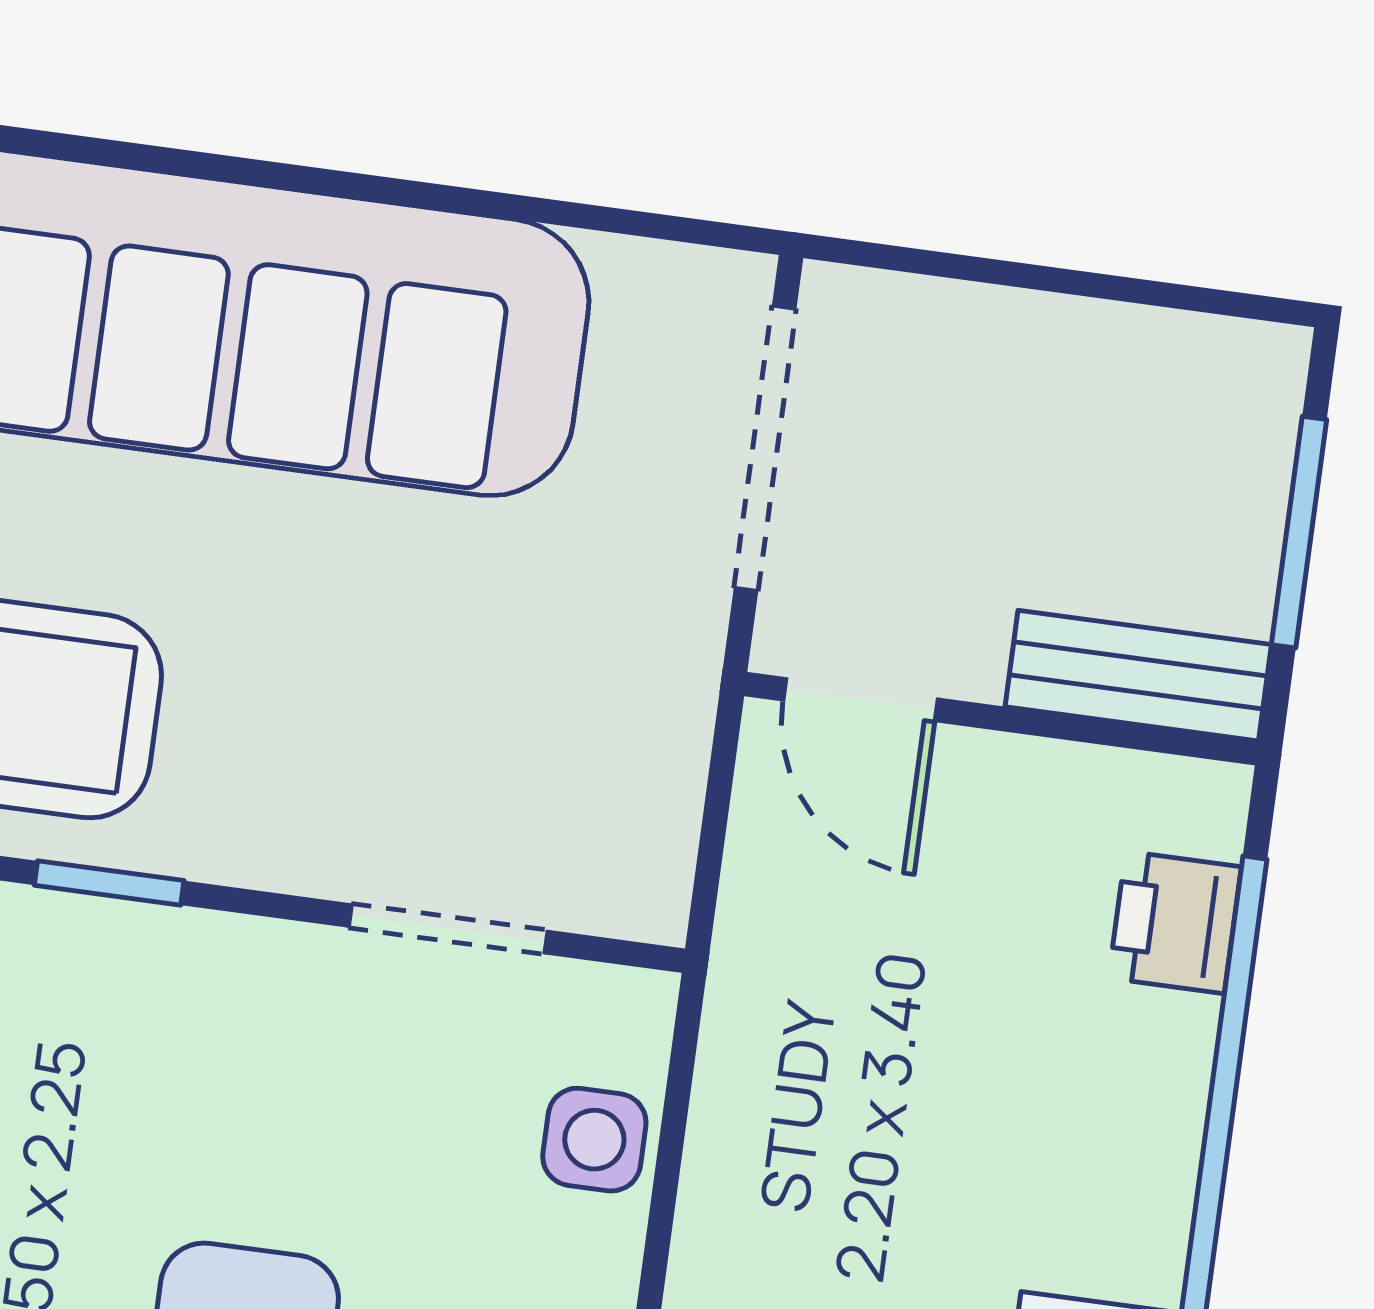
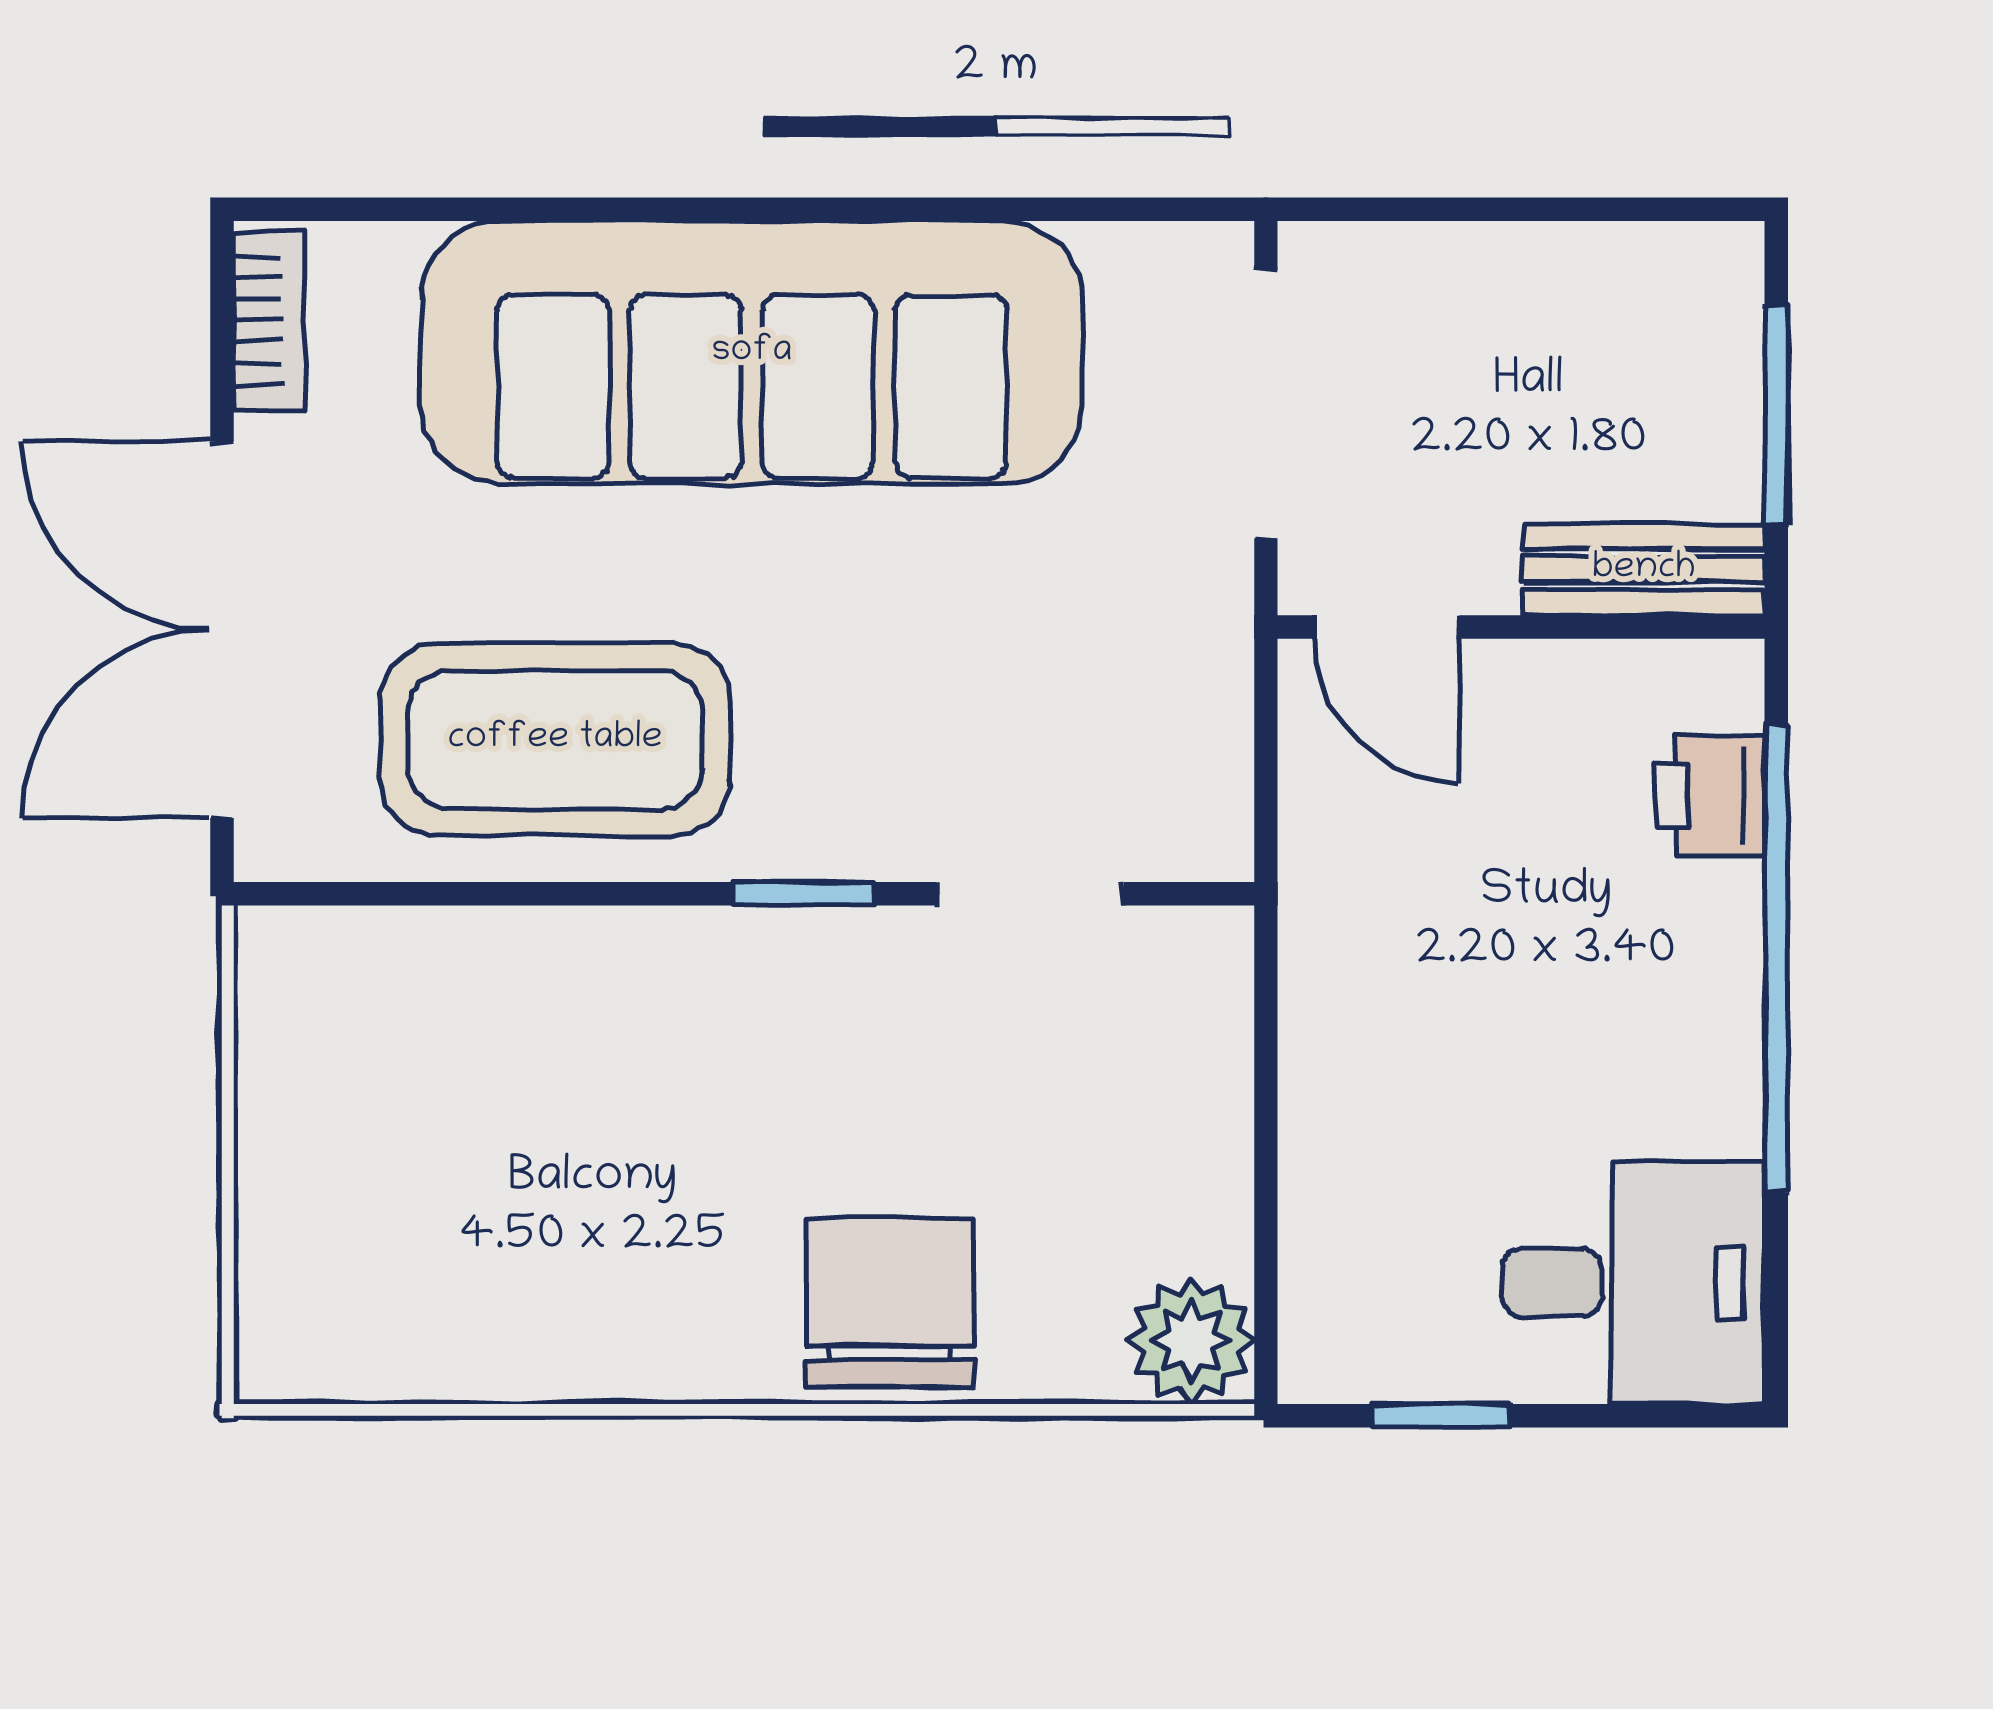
window: (109, 883) -> (803, 894), moved
side table: (594, 1140) -> (1194, 1073), removed

